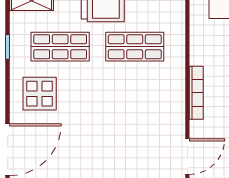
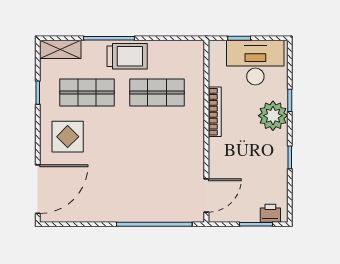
bookcase: (196, 93) -> (215, 112), moved

